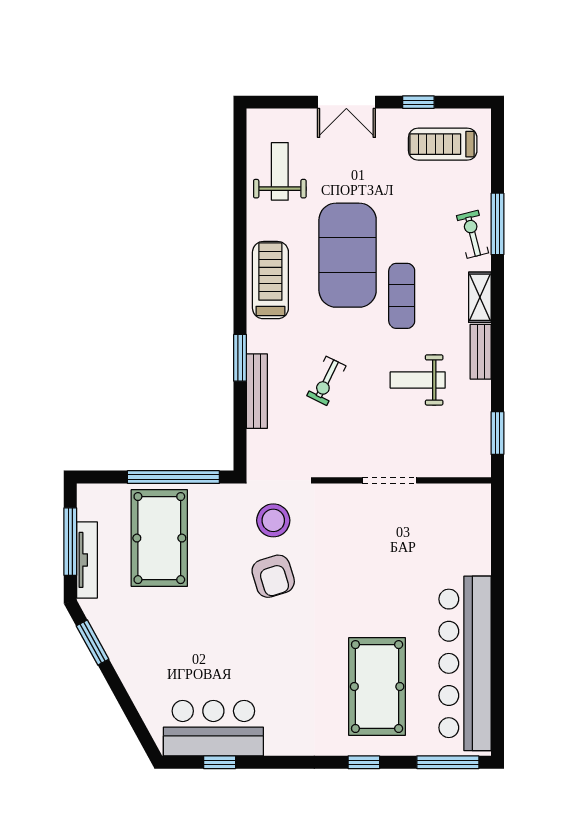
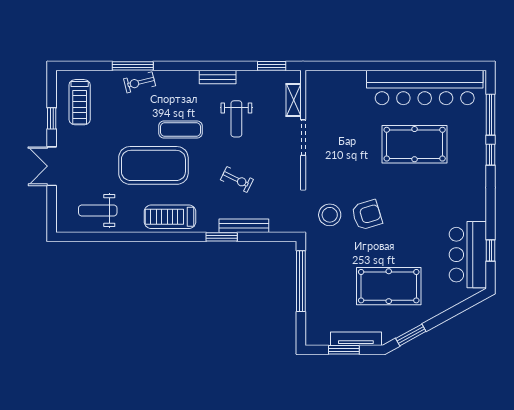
double door: (346, 102) -> (52, 166), swing flipped
shelving: (480, 297) -> (294, 100), moved, turned 90
pool table: (159, 538) -> (389, 286), moved
window: (70, 542) -> (344, 350), width x0.69
pool table: (377, 687) -> (415, 144), moved
window: (448, 762) -> (490, 115), moved

